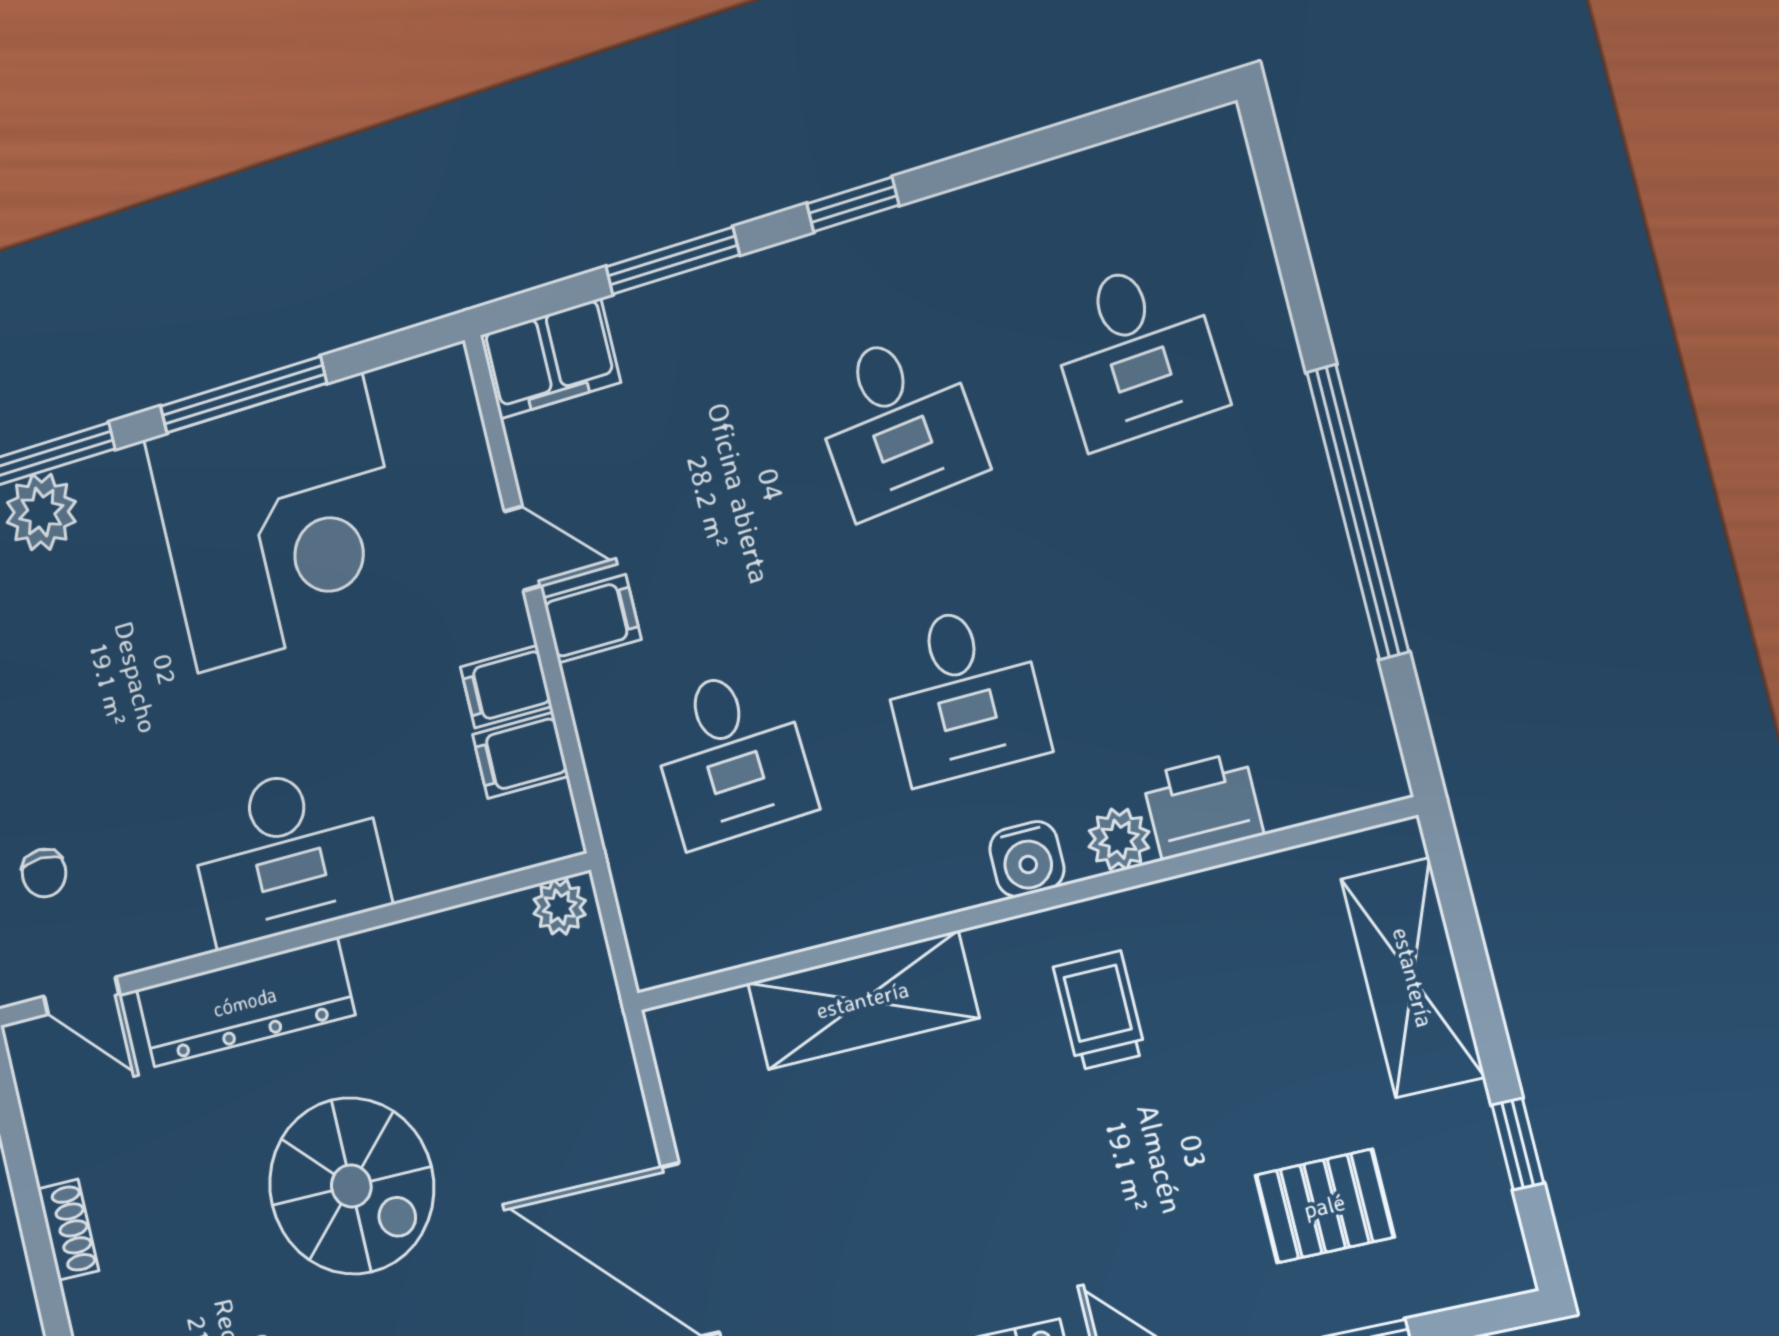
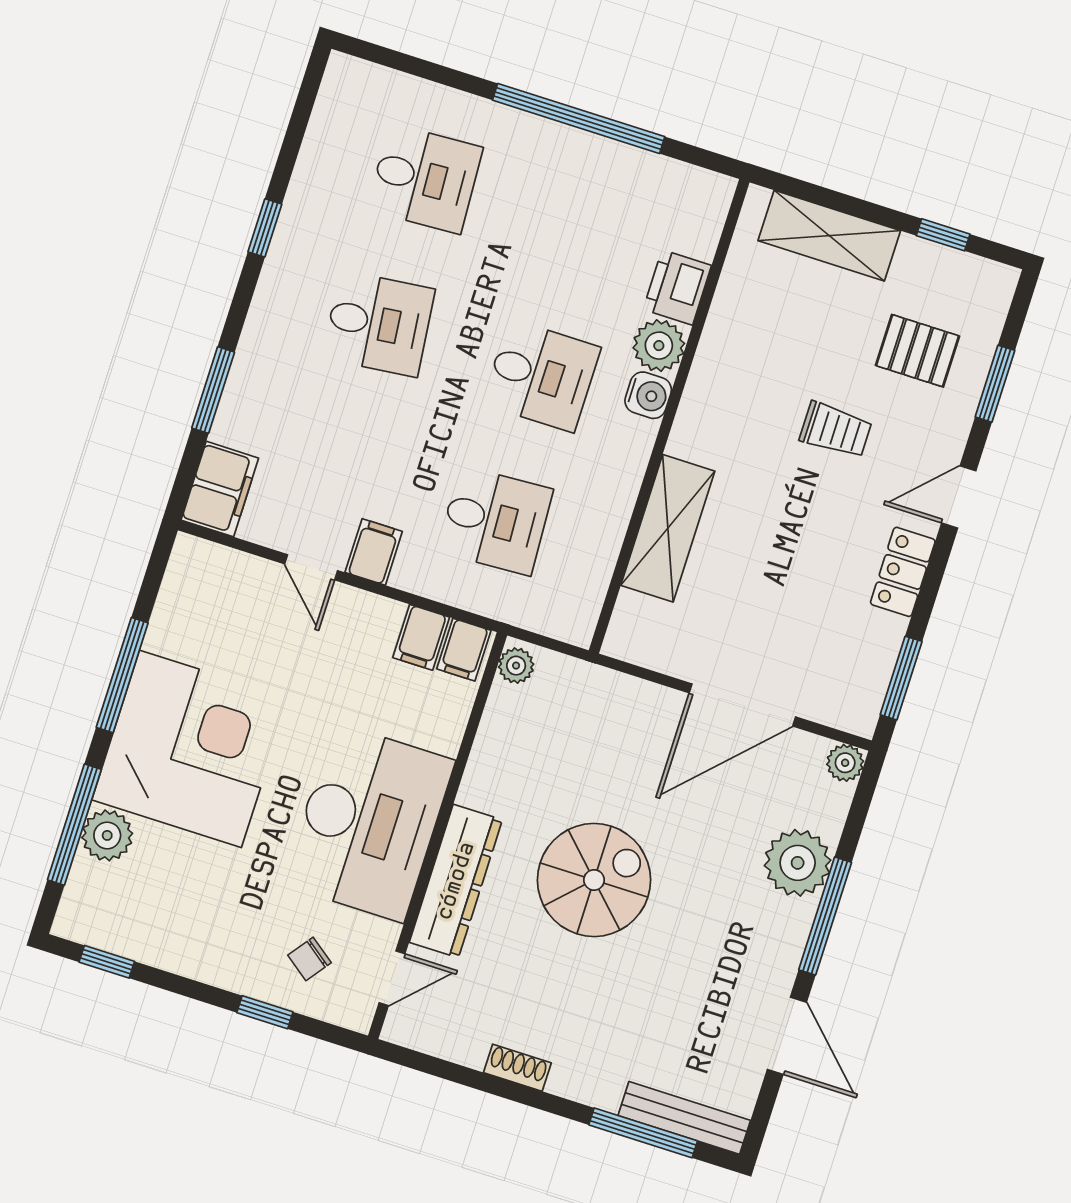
window: (853, 204) -> (265, 228), moved
corner desk: (279, 524) -> (190, 749), moved
door: (523, 548) -> (311, 567), swing flipped
filing cabinet: (506, 687) -> (464, 650), moved
plant: (1119, 839) -> (659, 346), width x1.38, depth x1.38
desk: (287, 854) -> (369, 823), width x1.36, depth x1.30
chair: (44, 873) -> (309, 959), turned 127
trolley: (1100, 1010) -> (836, 430), moved, turned 180
pallet: (1325, 1206) -> (917, 351), turned 90

